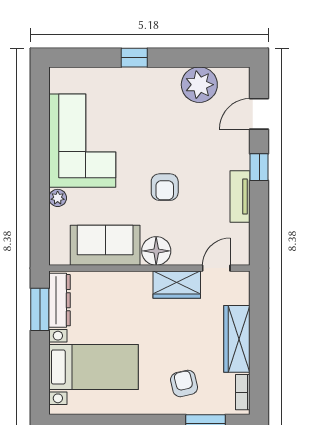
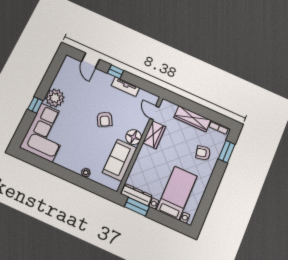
plant: (199, 85) -> (55, 98), moved
corner sofa: (82, 141) -> (47, 132), moved, turned 90
armchair: (165, 187) -> (105, 119), turned 61

